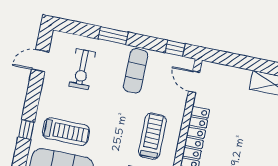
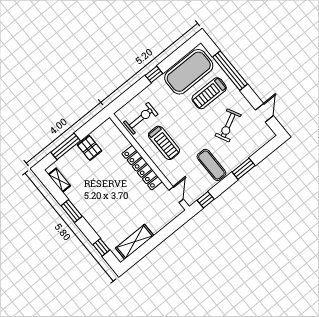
exercise bike: (82, 69) -> (228, 125), moved, turned -117
door: (194, 82) -> (176, 195), hinge flipped
window: (26, 129) -> (230, 71), width x3.17

